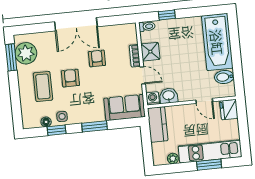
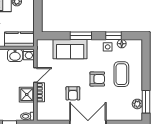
plant: (26, 53) -> (137, 104), width x0.53, depth x0.53
door: (143, 75) -> (35, 75), swing flipped
armchair: (70, 78) -> (97, 79), turned -90
sofa: (125, 108) -> (70, 49), moved
kitchen counter: (158, 124) -> (19, 39), moved, turned 90

